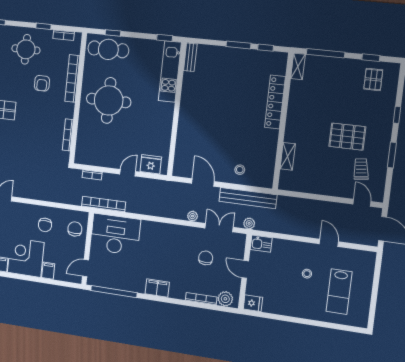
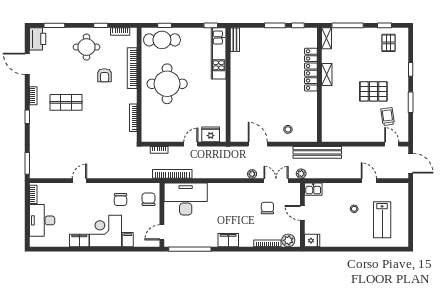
shelving: (288, 156) -> (327, 75), moved
bench: (248, 198) -> (317, 152), moved

